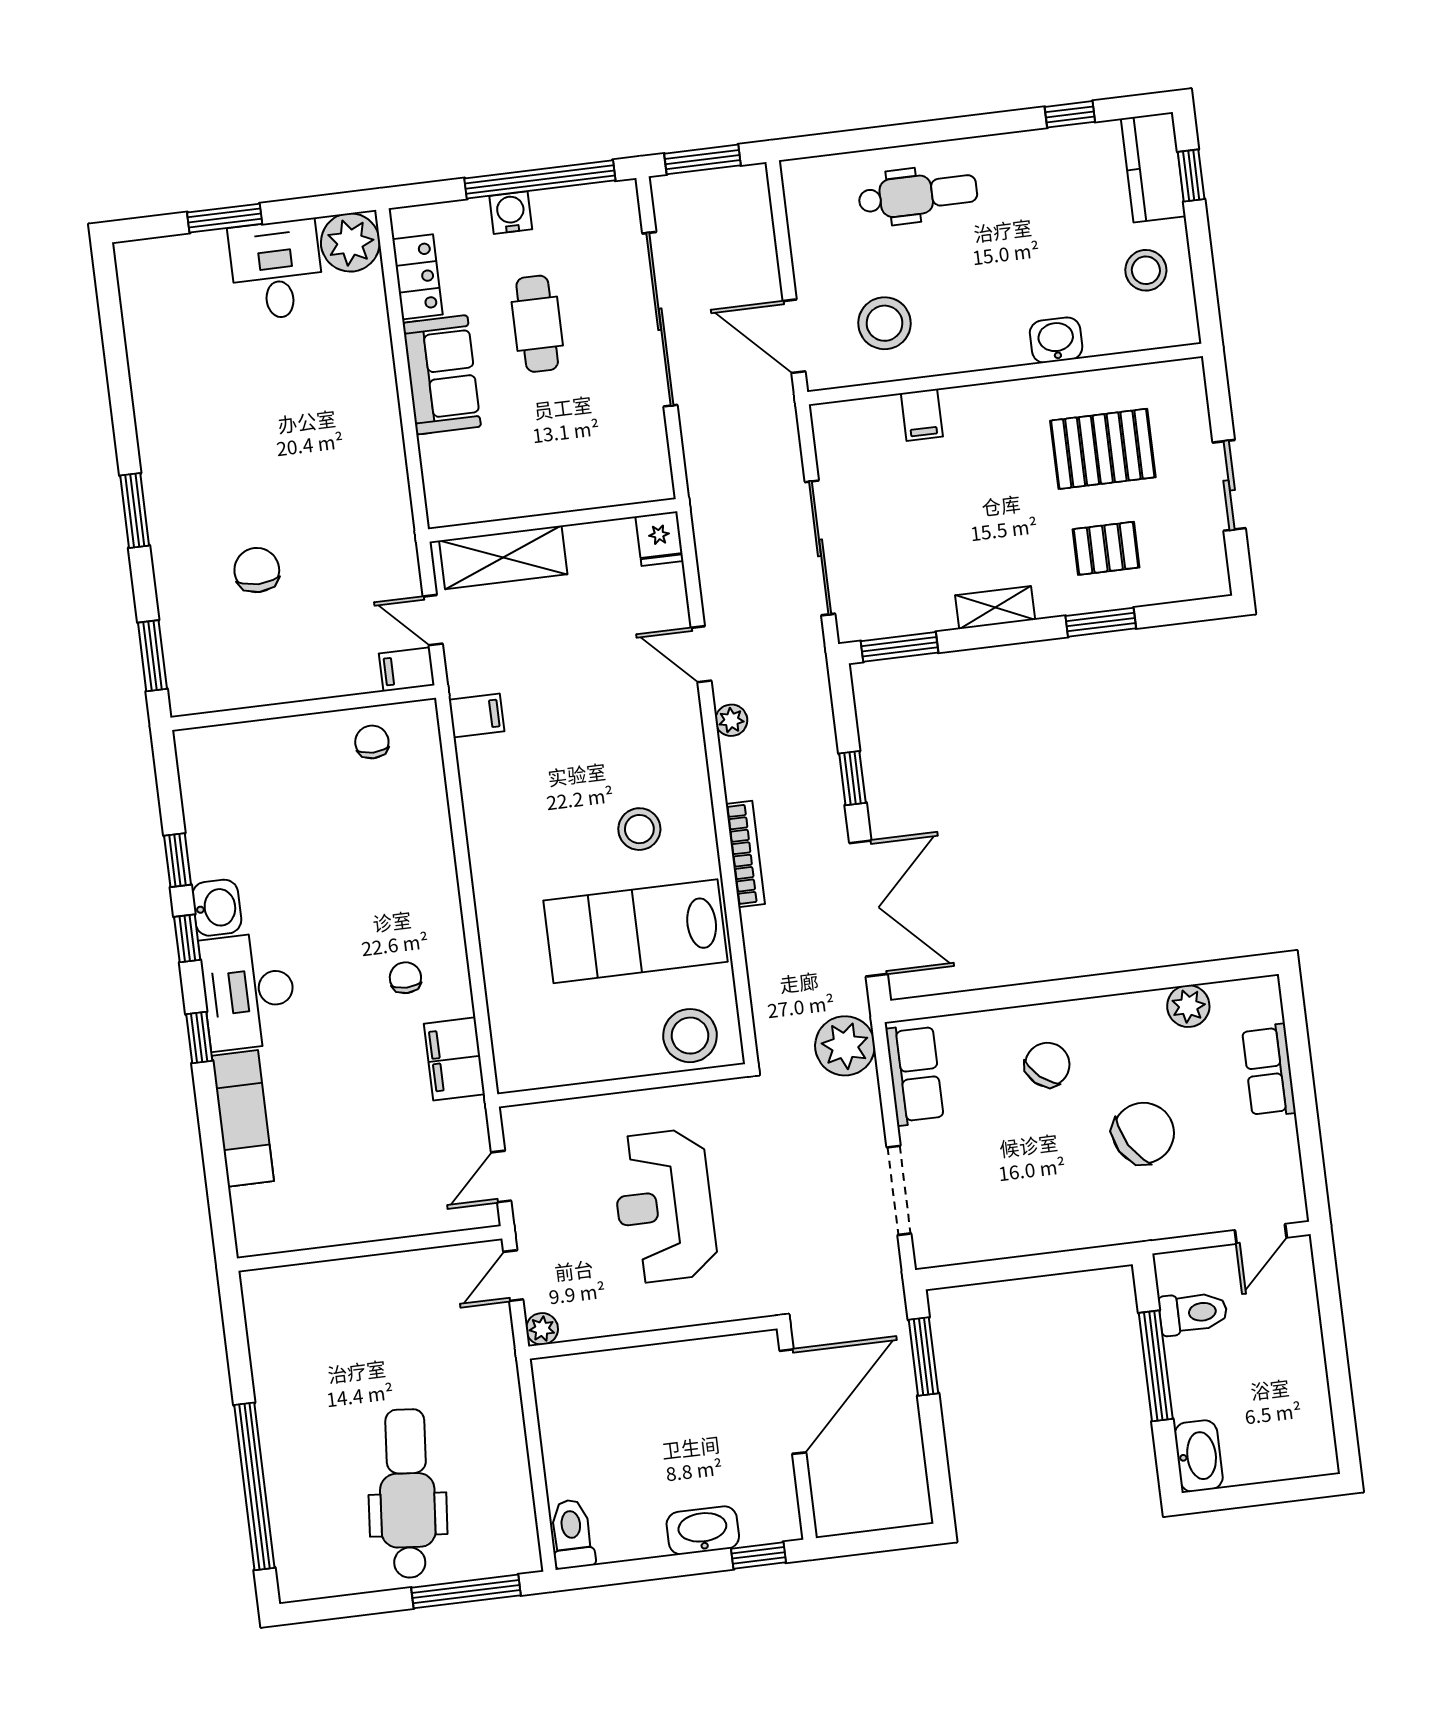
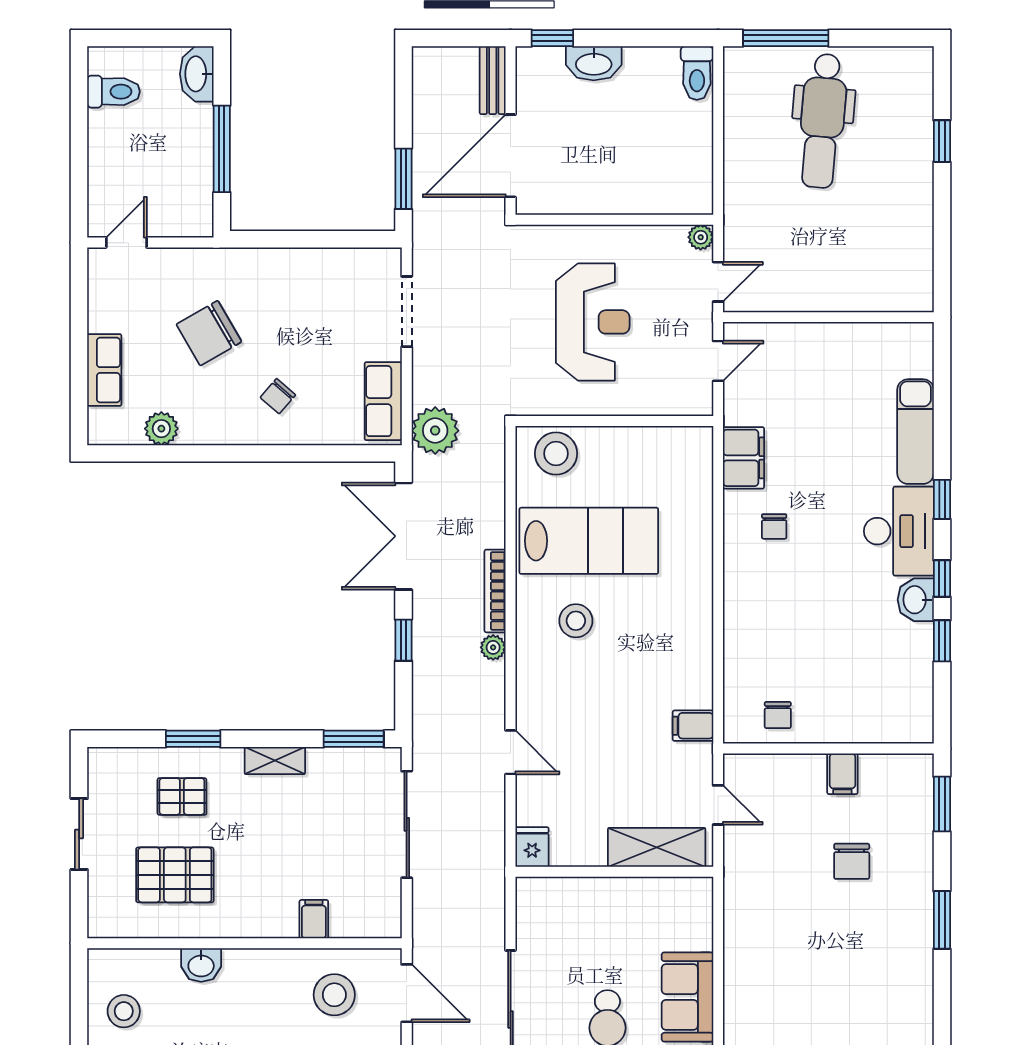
filing cabinet: (407, 669) -> (842, 774), moved, turned 90
plant: (731, 720) -> (493, 647), moved
chair: (1047, 1065) -> (278, 396), width x0.73, depth x0.73
toilet: (1193, 1313) -> (114, 92), moved, turned 180
window: (254, 1486) -> (942, 141), width x0.32
bench: (827, 1494) -> (493, 80), added

